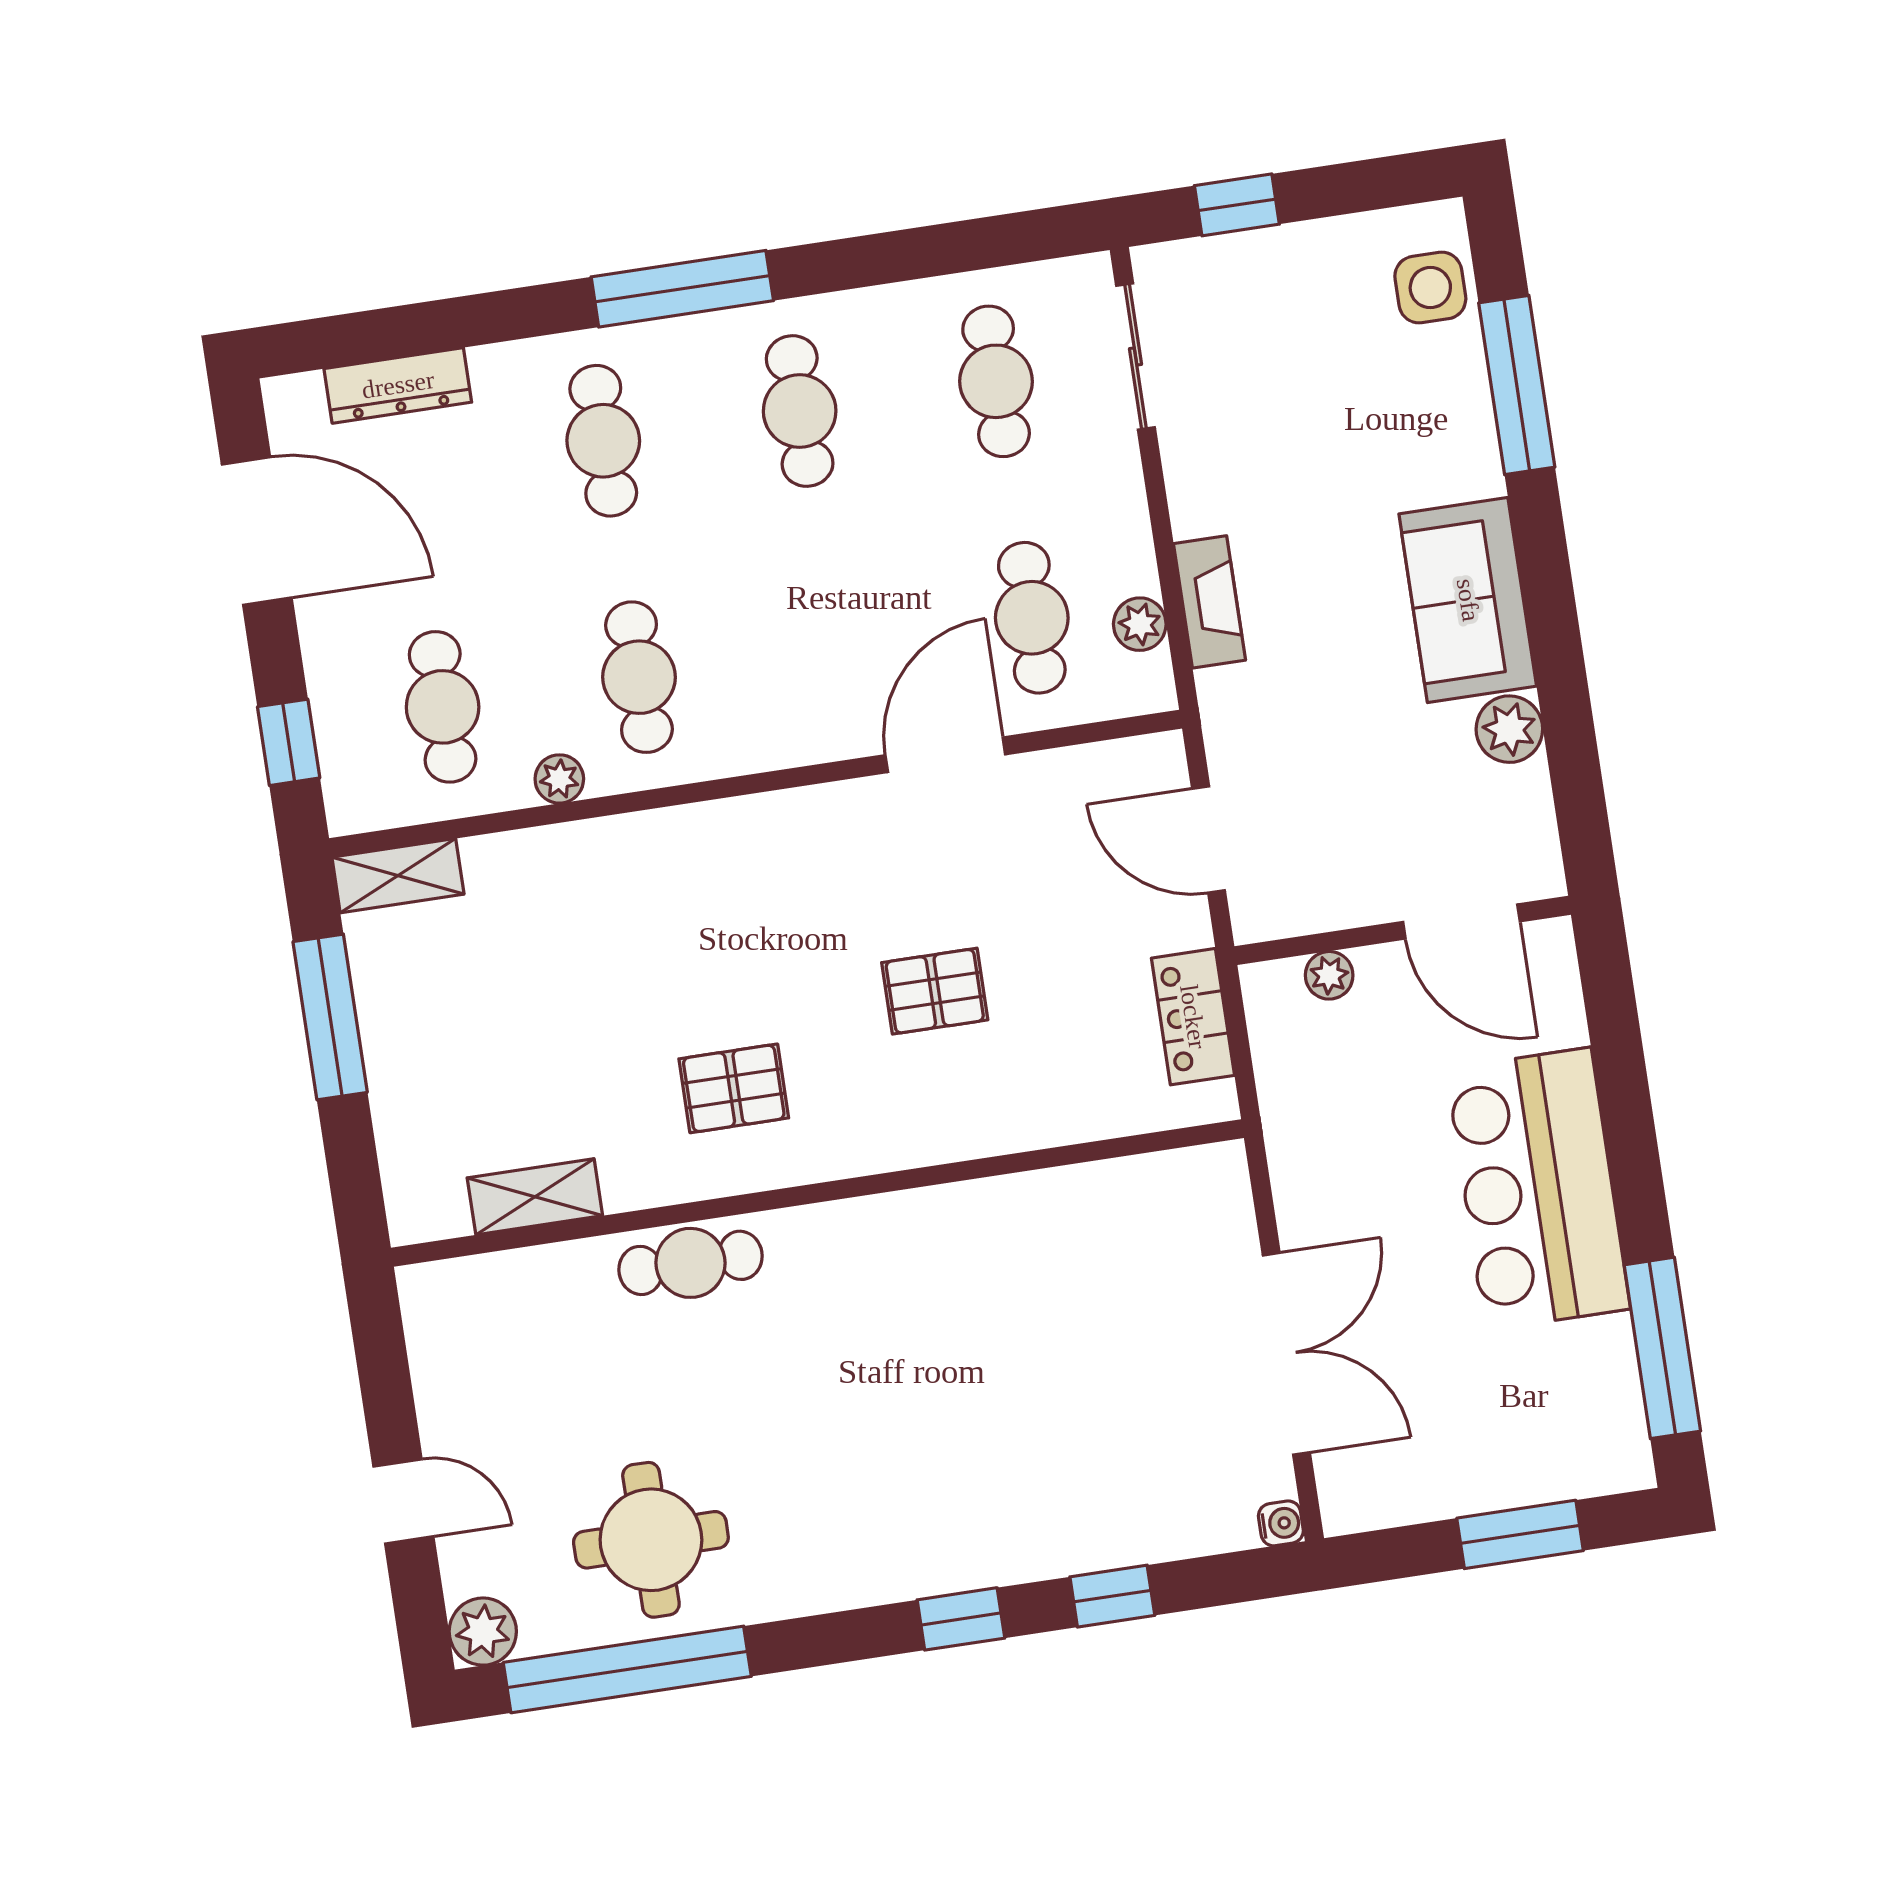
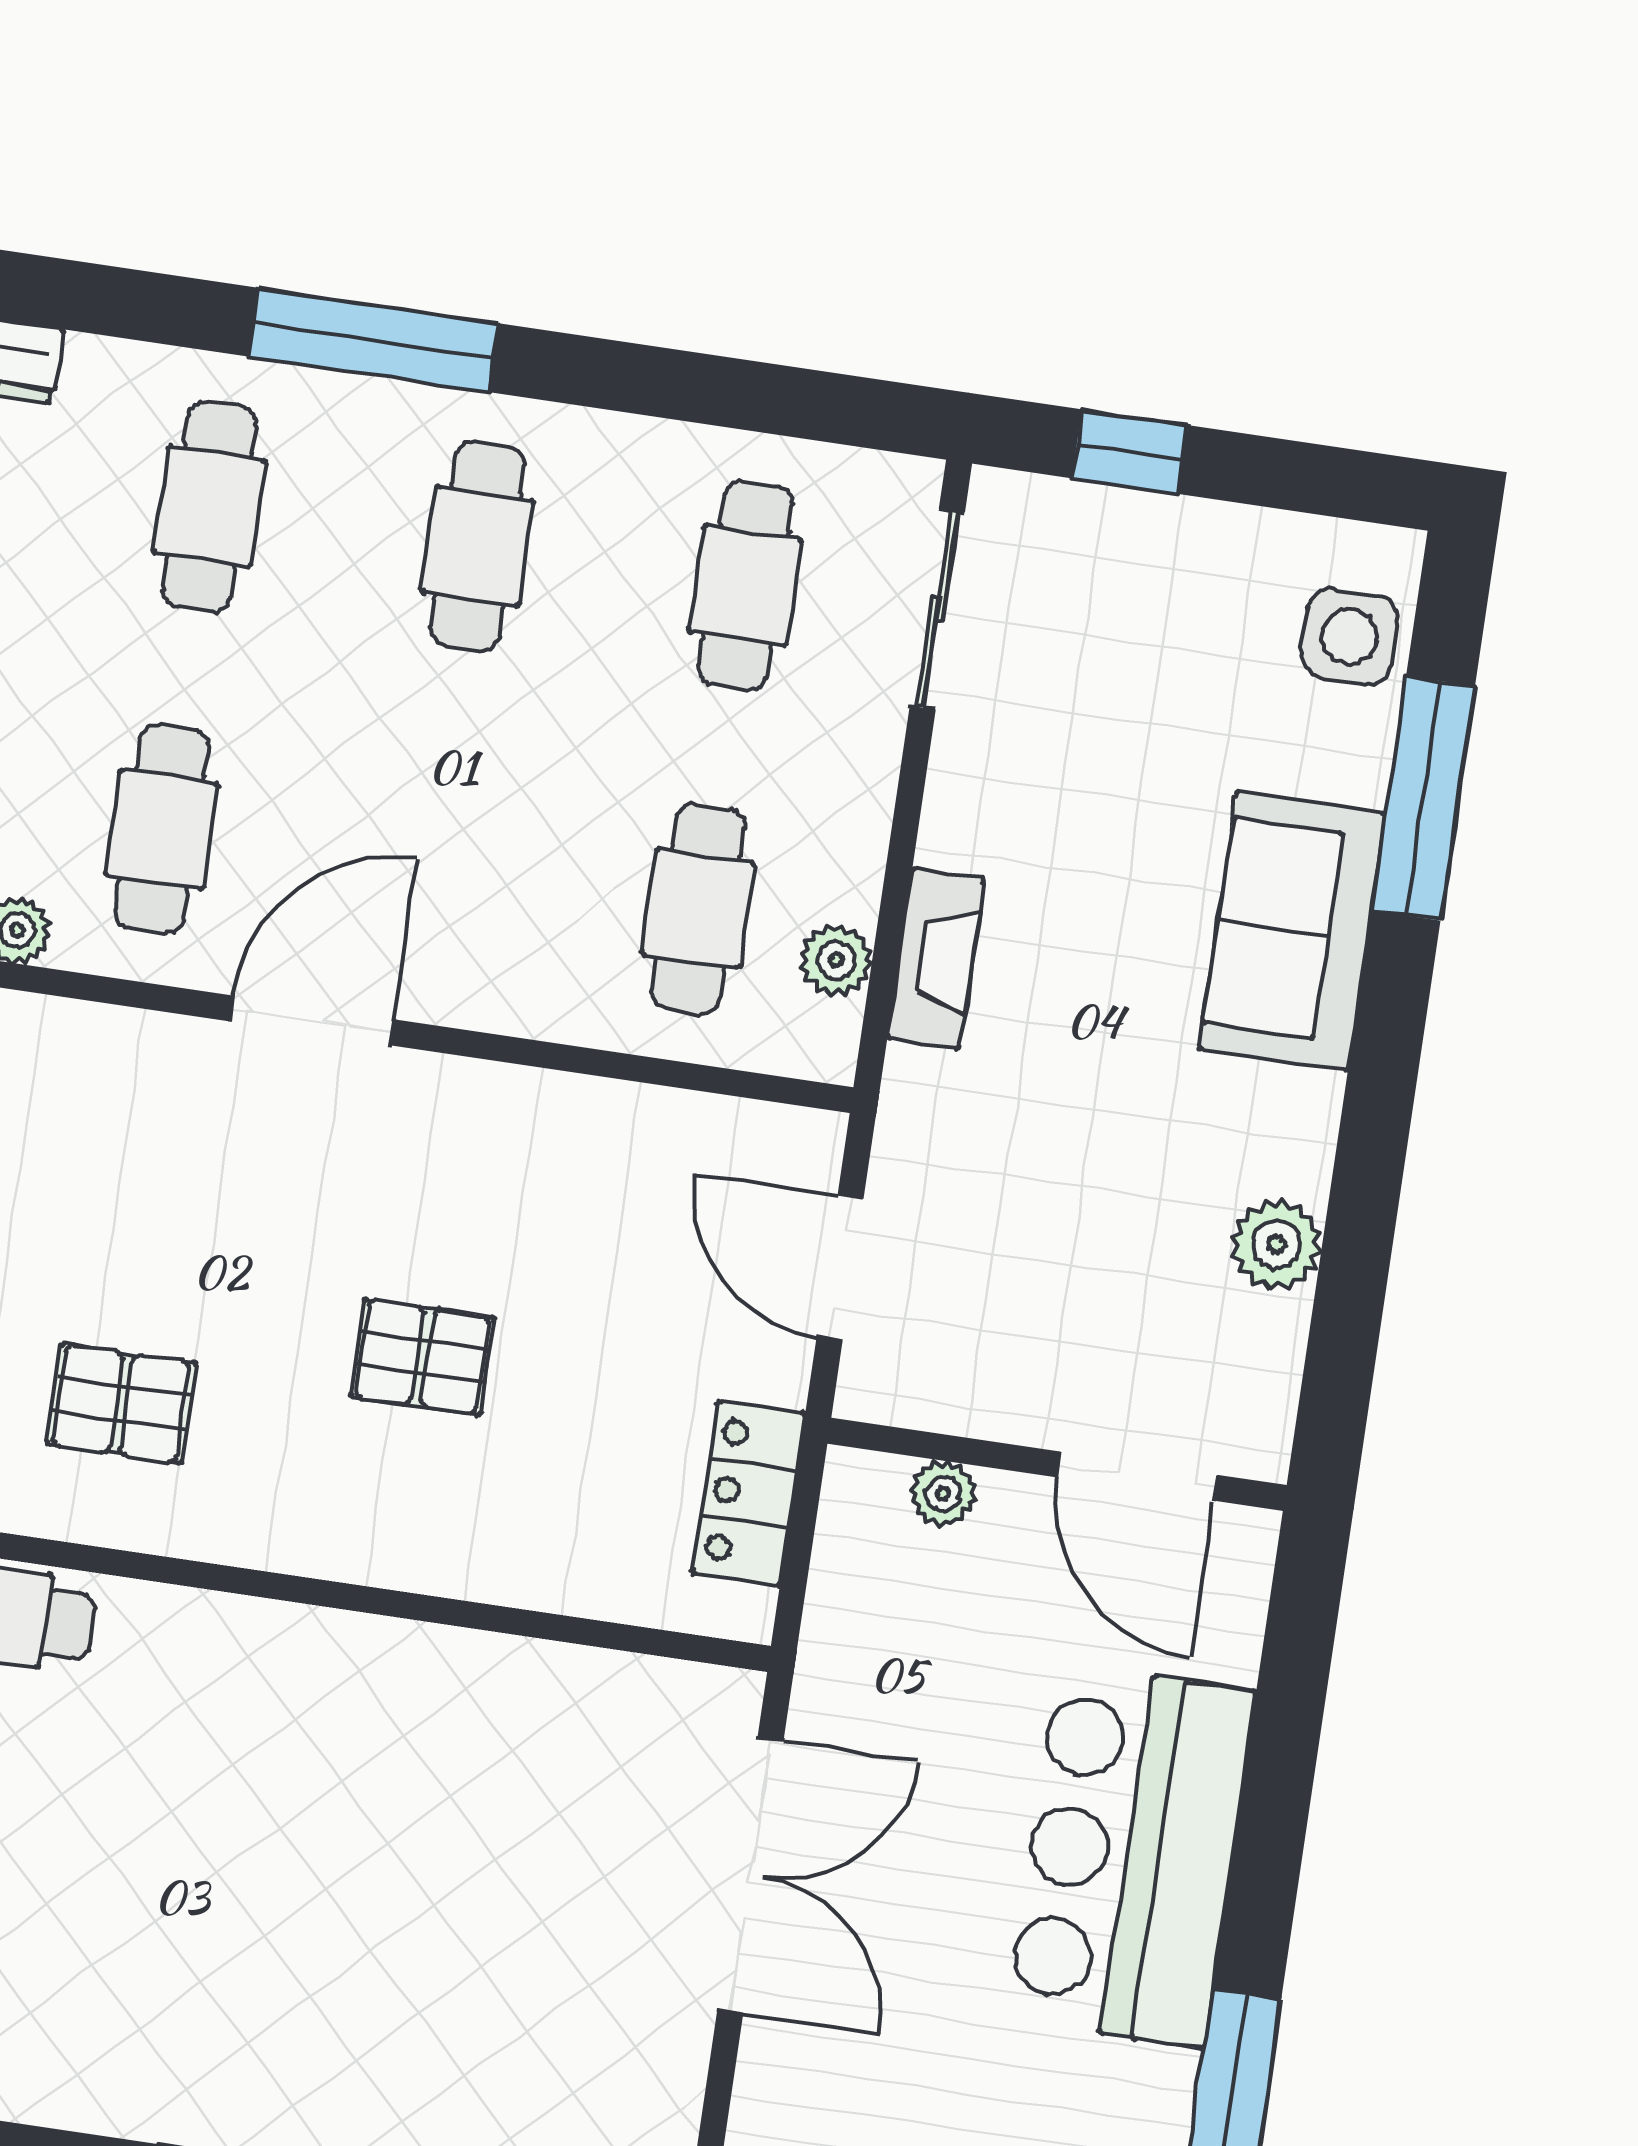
sofa: (1468, 600) -> (1292, 931), moved
door: (945, 755) -> (312, 1020), moved
double door: (1286, 1354) -> (750, 1875), moved

